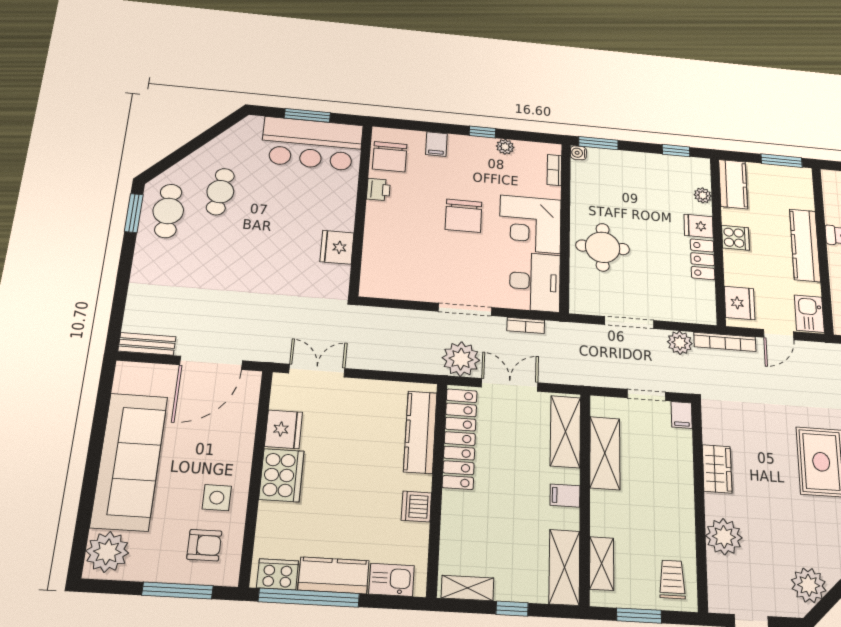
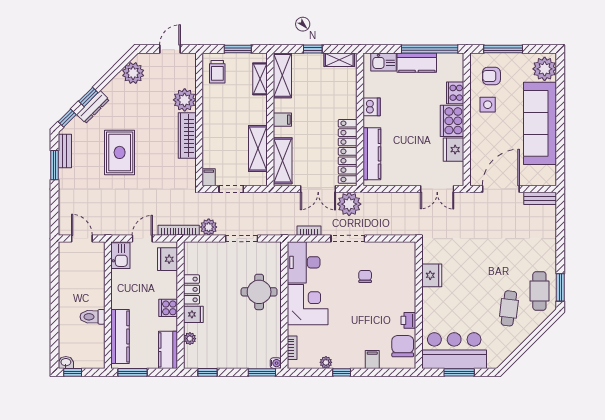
chair: (464, 216) -> (365, 276), moved, width x0.54, depth x0.54
kitchen counter: (805, 245) -> (120, 336), moved
wardrobe: (717, 469) -> (187, 136), width x1.50
cooker: (277, 574) -> (455, 93), moved, turned 90

